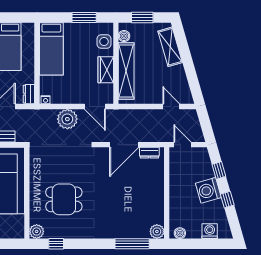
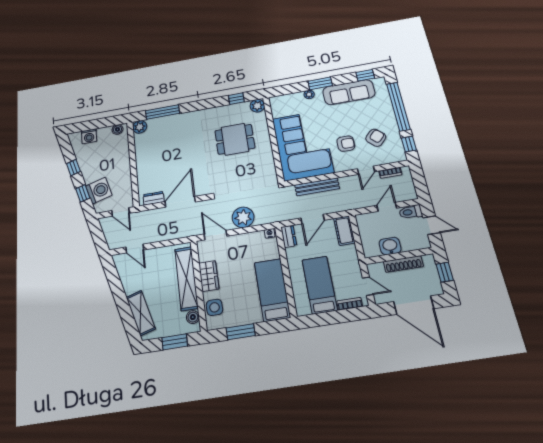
washing machine: (208, 190) -> (99, 191), moved

